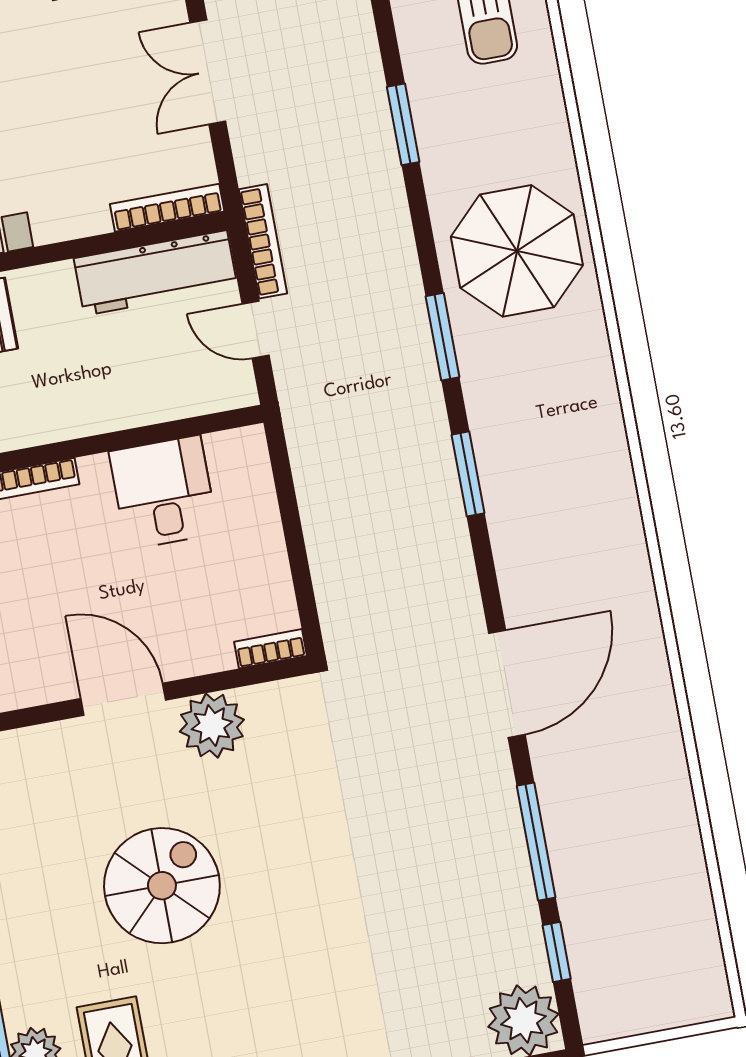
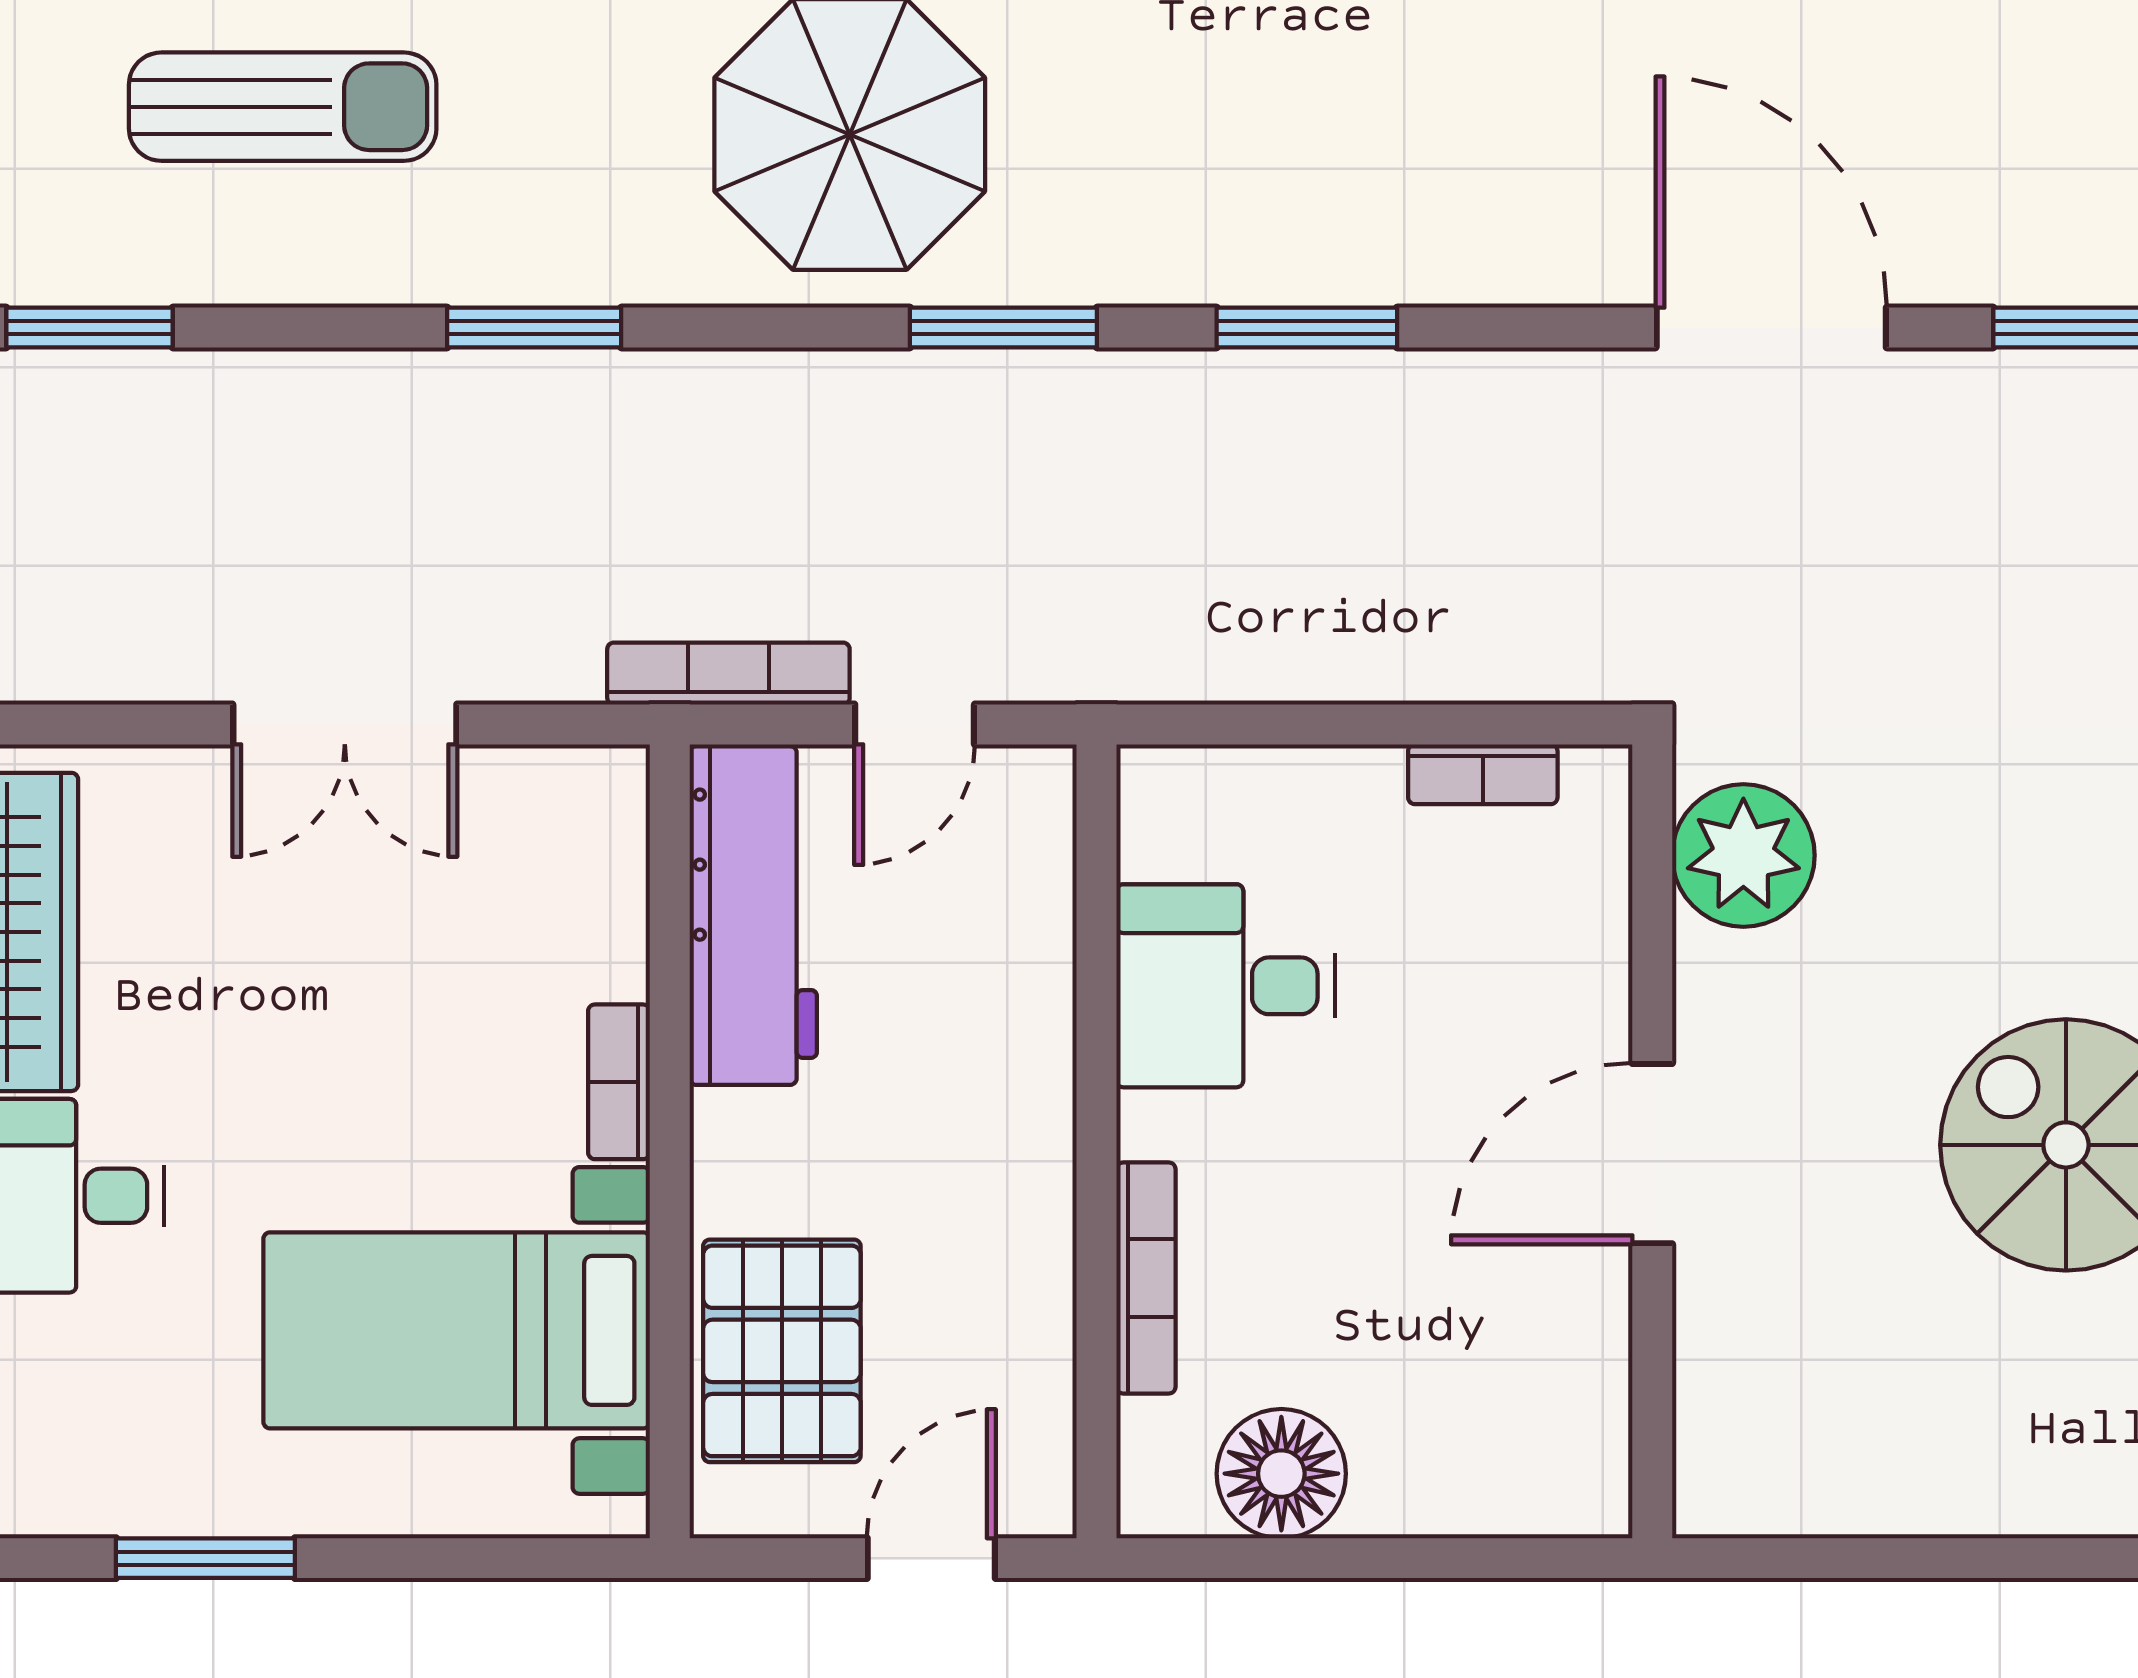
bookcase: (167, 208) -> (619, 1082), moved, width x0.64
bookcase: (270, 649) -> (1483, 774), moved, turned -90
plant: (212, 726) -> (1743, 855), moved

